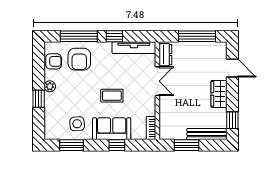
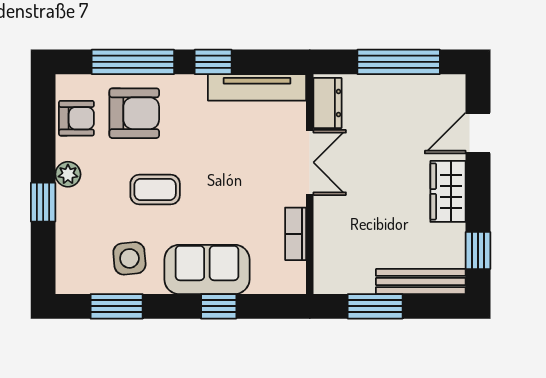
armchair: (79, 59) -> (134, 113), turned -90
door: (232, 68) -> (478, 133), swing flipped
coffee table: (112, 96) -> (155, 189), moved
bookcase: (151, 128) -> (296, 234), moved

